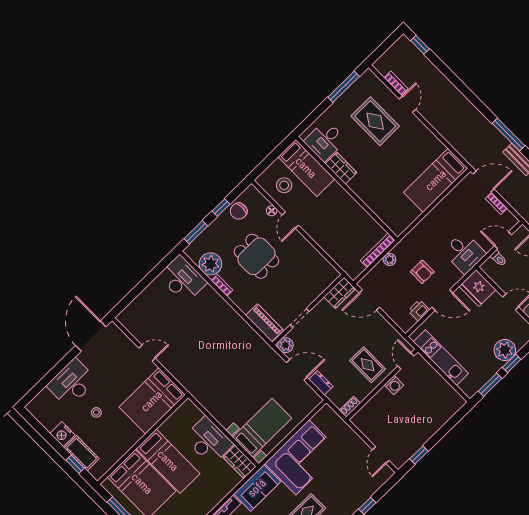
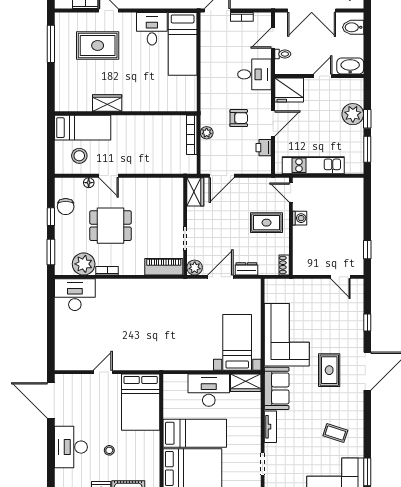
desk: (325, 141) -> (152, 29), moved, turned 180

